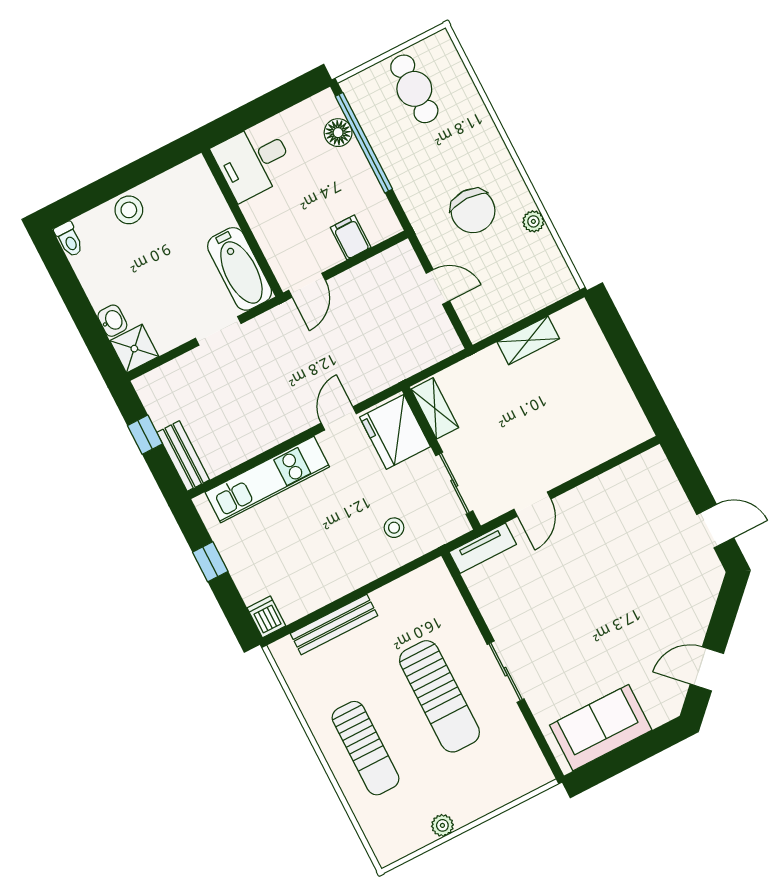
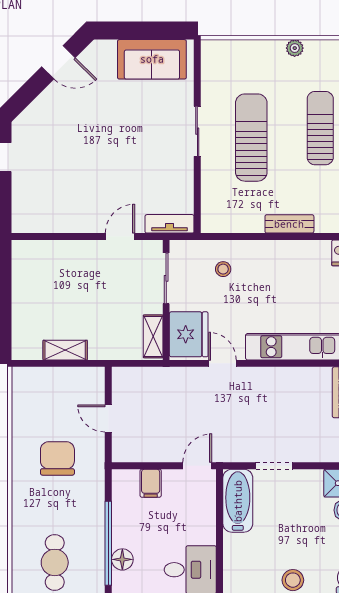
plant: (533, 221) -> (20, 430), removed
door: (339, 418) -> (223, 363), swing flipped
bench: (334, 625) -> (289, 224), width x0.73

